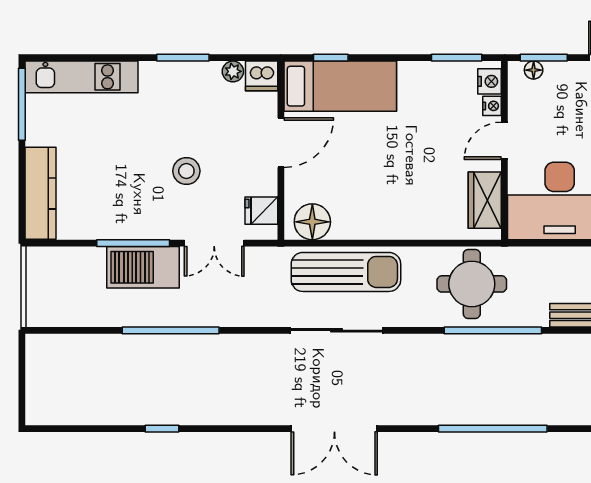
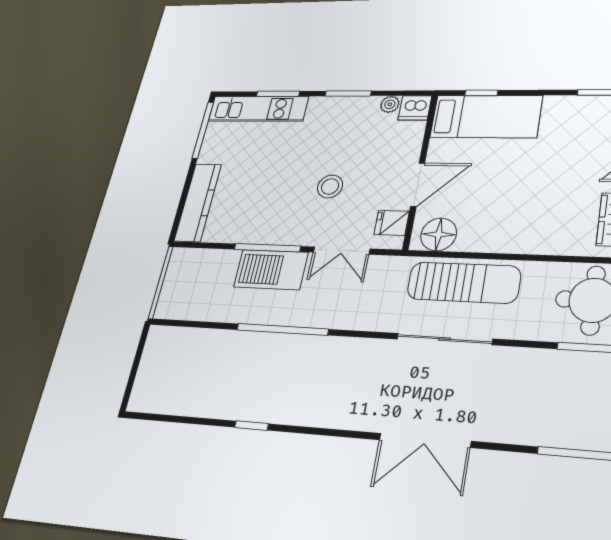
window: (101, 58) -> (278, 94), added
door: (281, 143) -> (418, 184), moved

